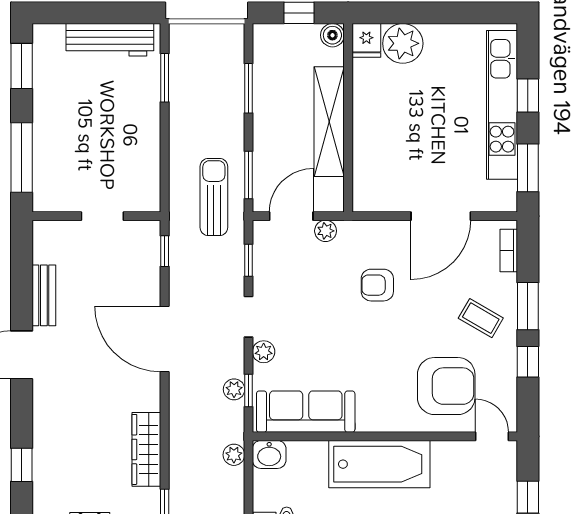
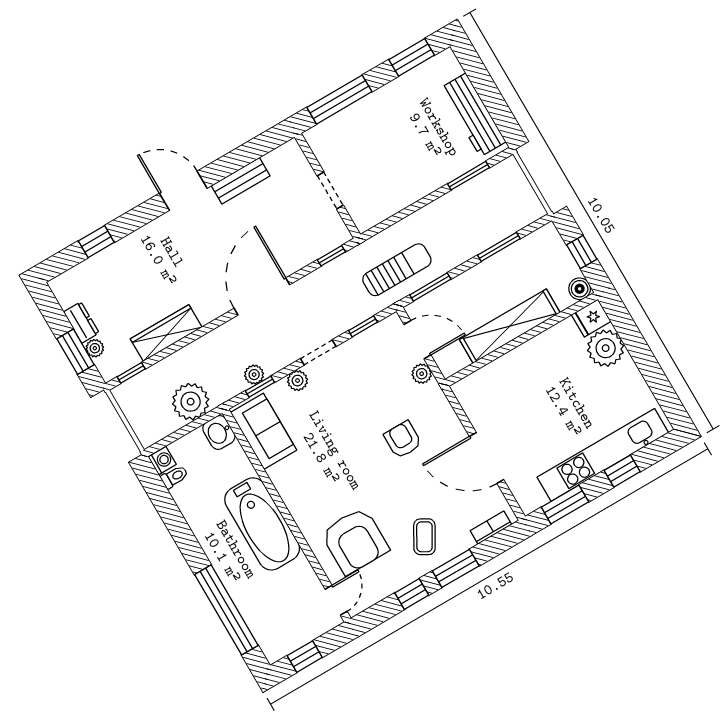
sofa: (306, 412) -> (264, 431), width x0.73
plant: (234, 455) -> (191, 402), width x1.88, depth x1.88

